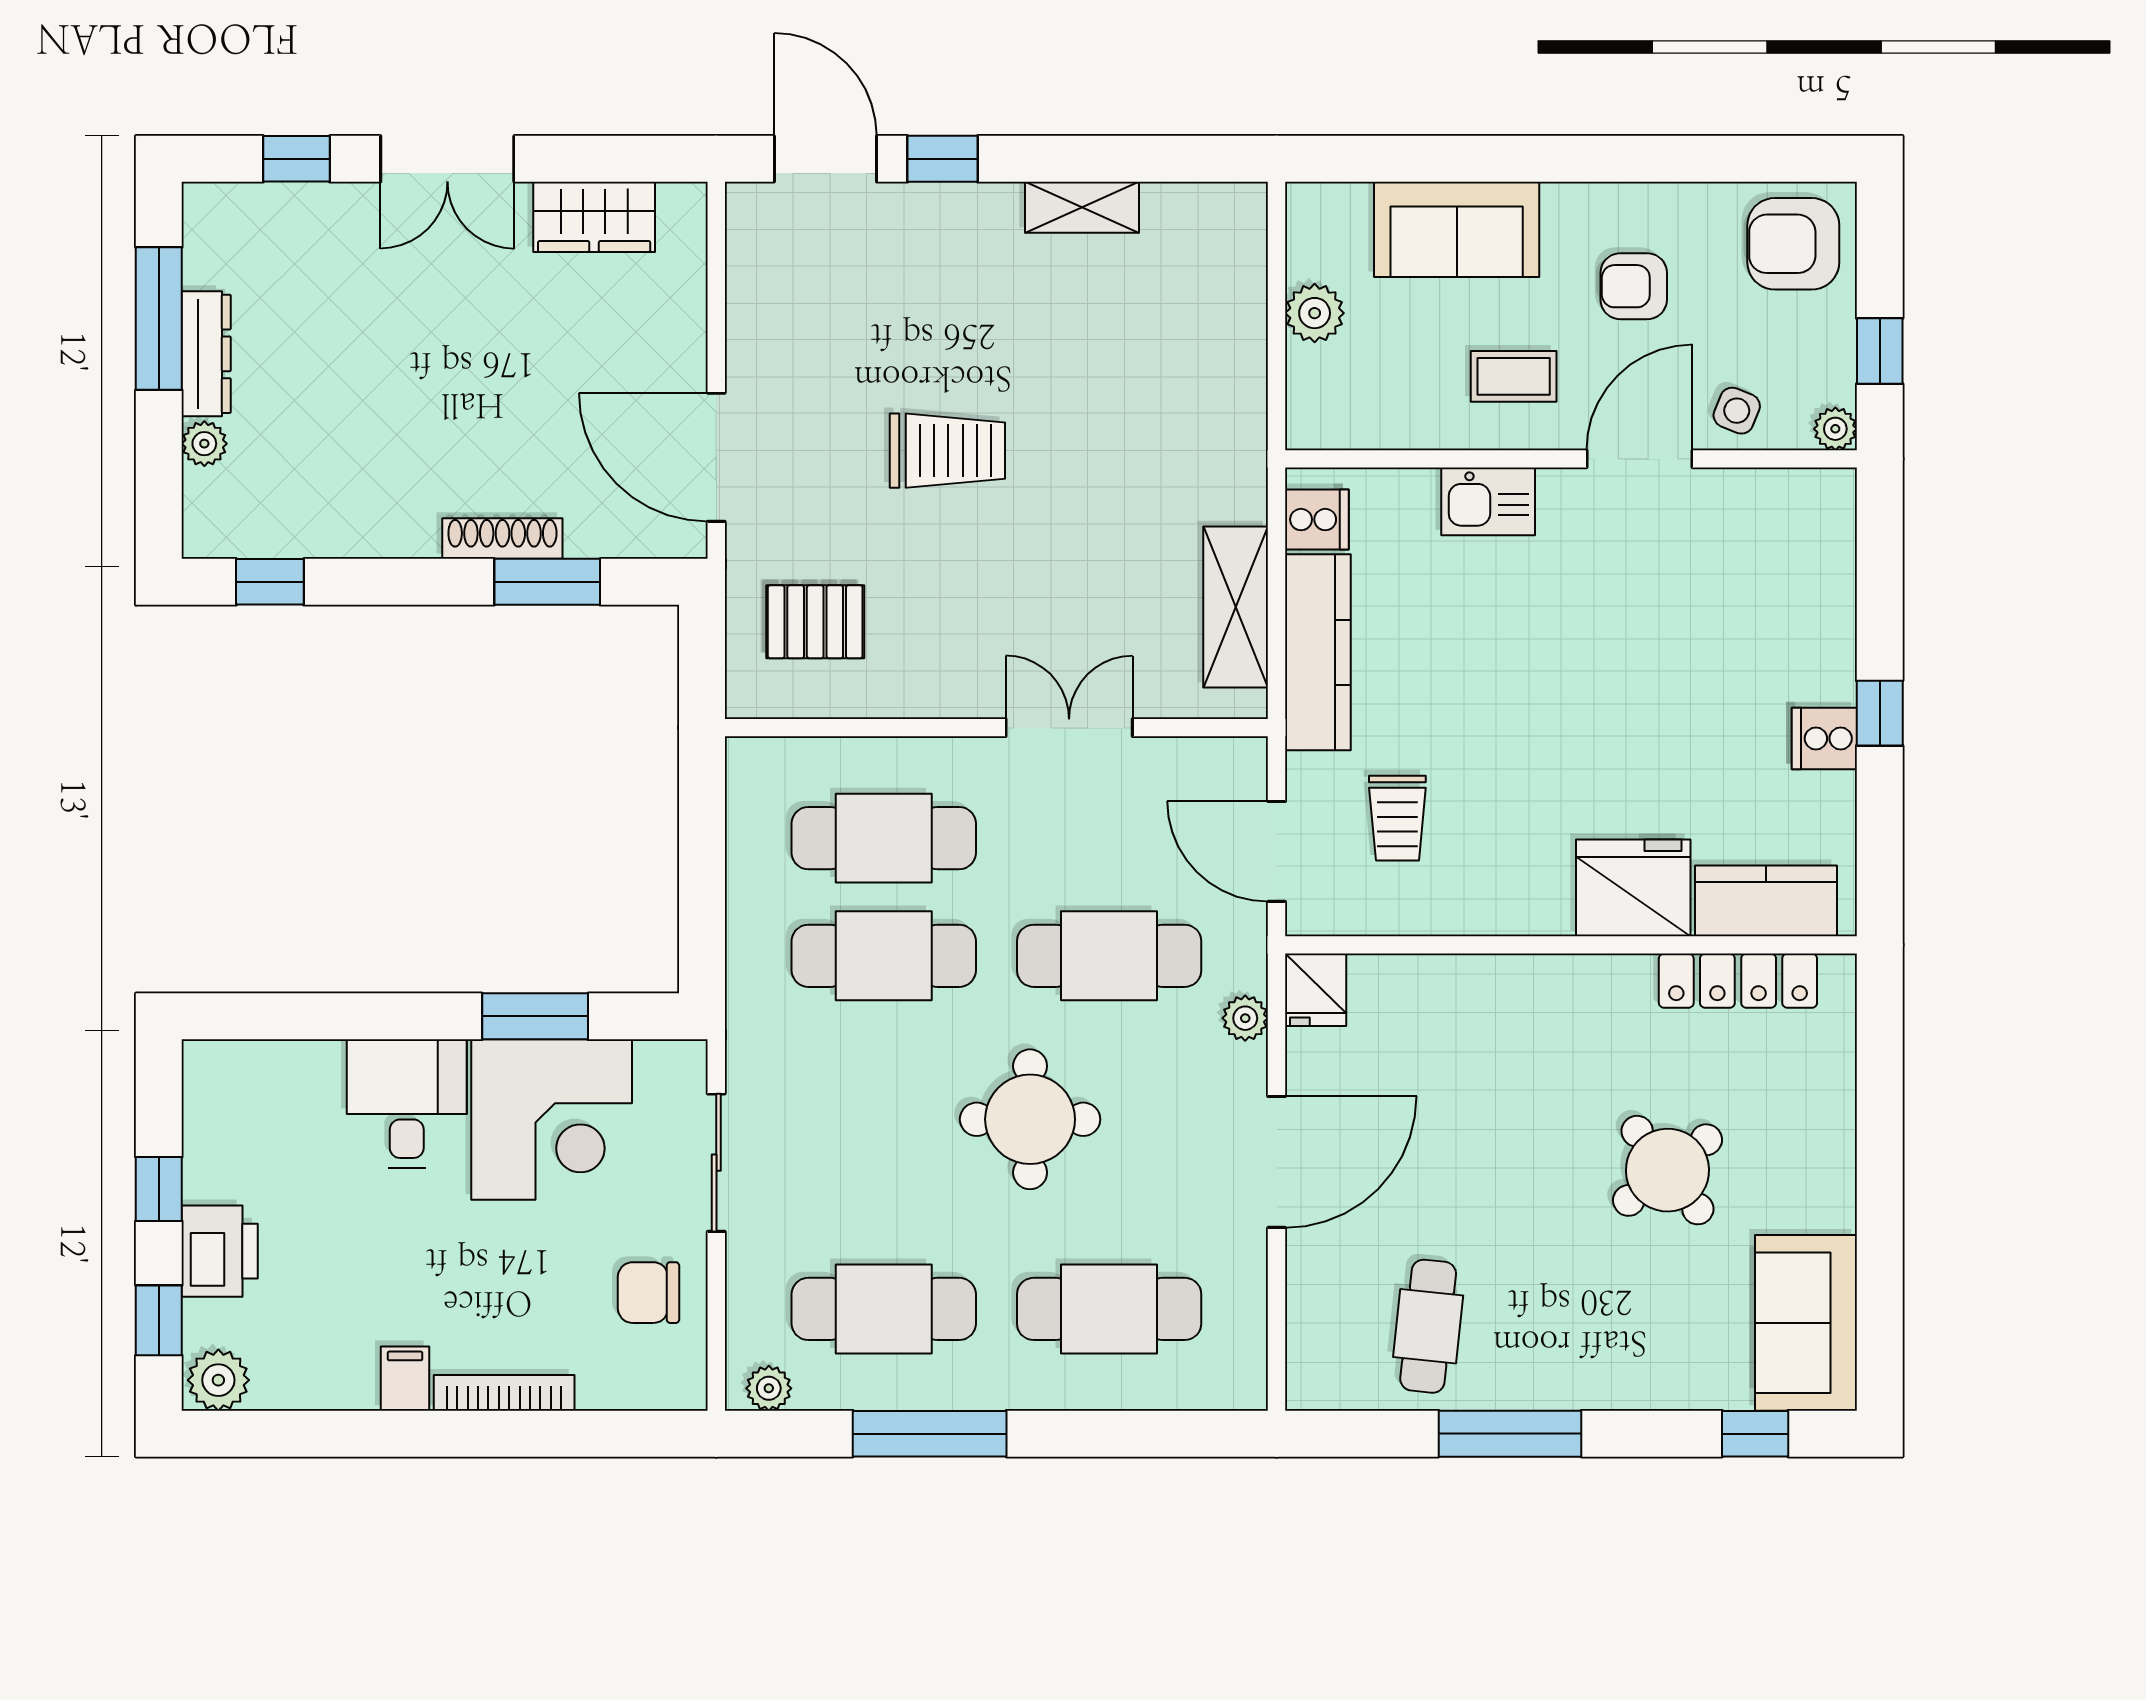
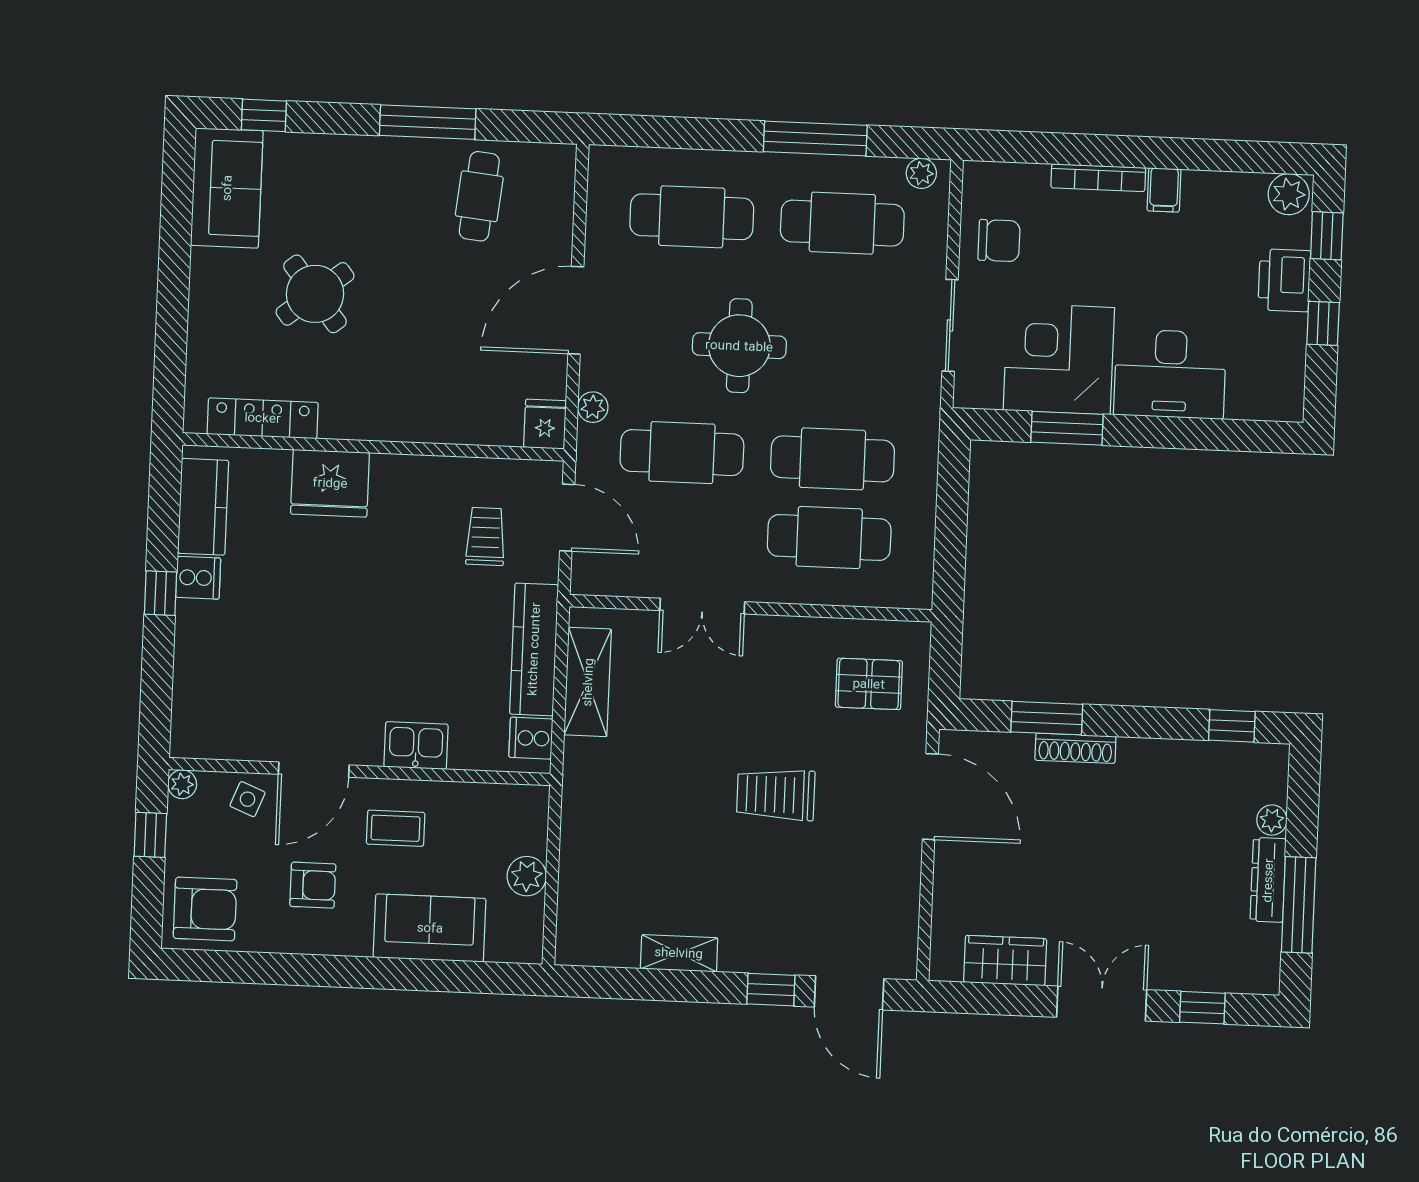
kitchen counter: (1766, 901) -> (203, 507), moved, turned -90
desk: (407, 1104) -> (1170, 374), width x1.37

